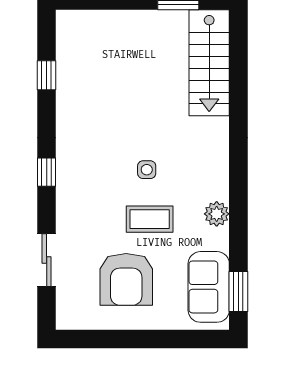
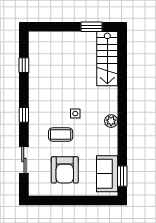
plant: (217, 214) -> (111, 121), moved
coffee table: (150, 219) -> (61, 135), moved

